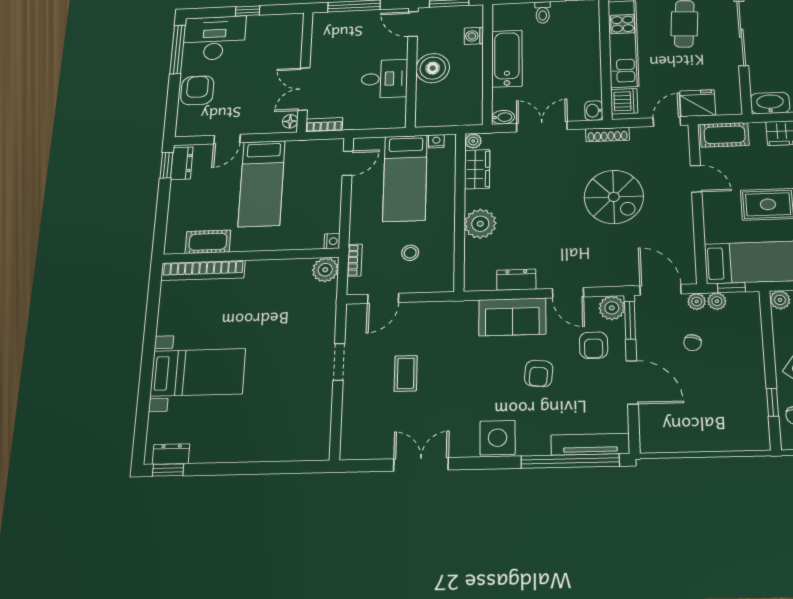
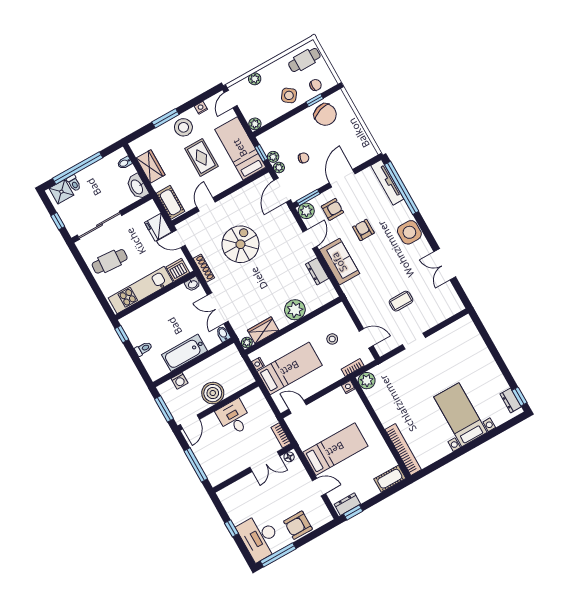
cot: (208, 242) -> (390, 479), moved, turned 90
armchair: (539, 374) -> (363, 230), turned -96
chair: (742, 407) -> (325, 115), added

